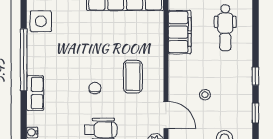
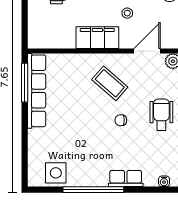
filing cabinet: (180, 32) -> (97, 38), moved
coffee table: (133, 77) -> (110, 83), turned 41

